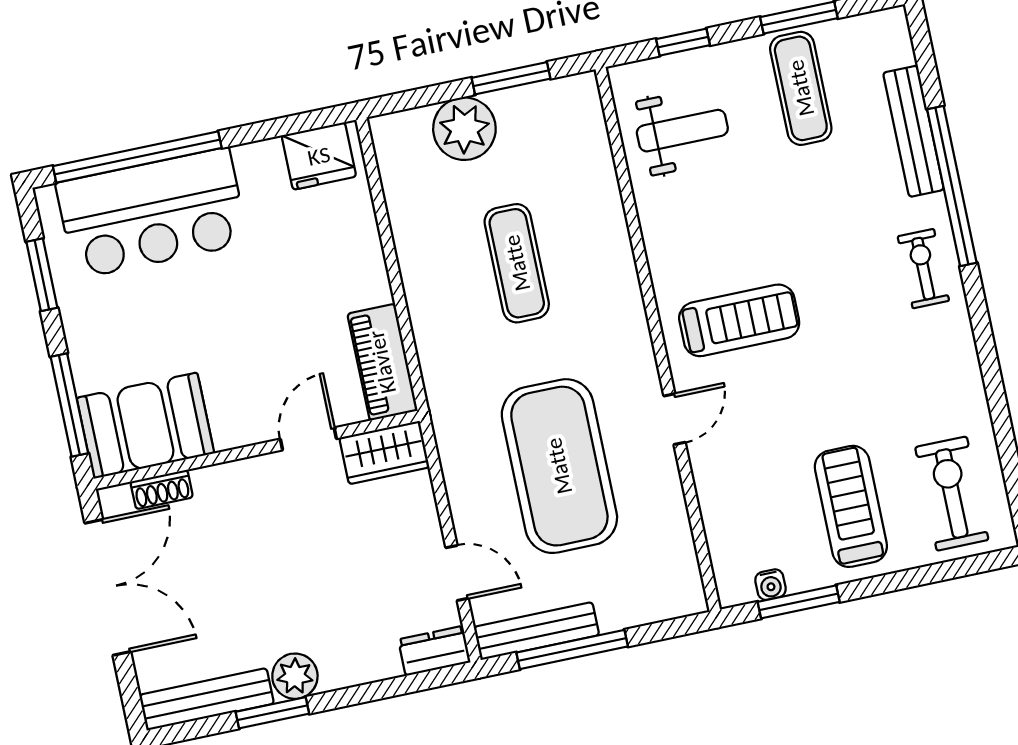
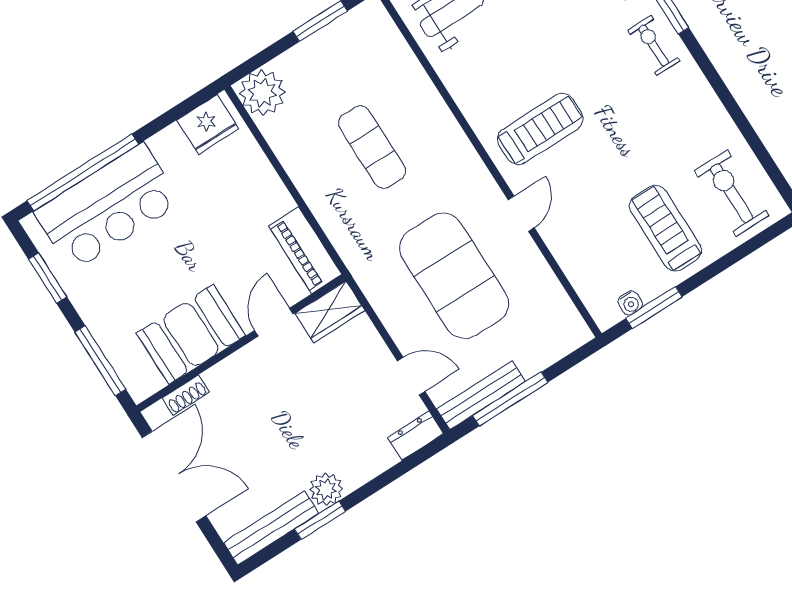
plant: (464, 129) -> (262, 93), moved
booth: (145, 426) -> (191, 334), moved

